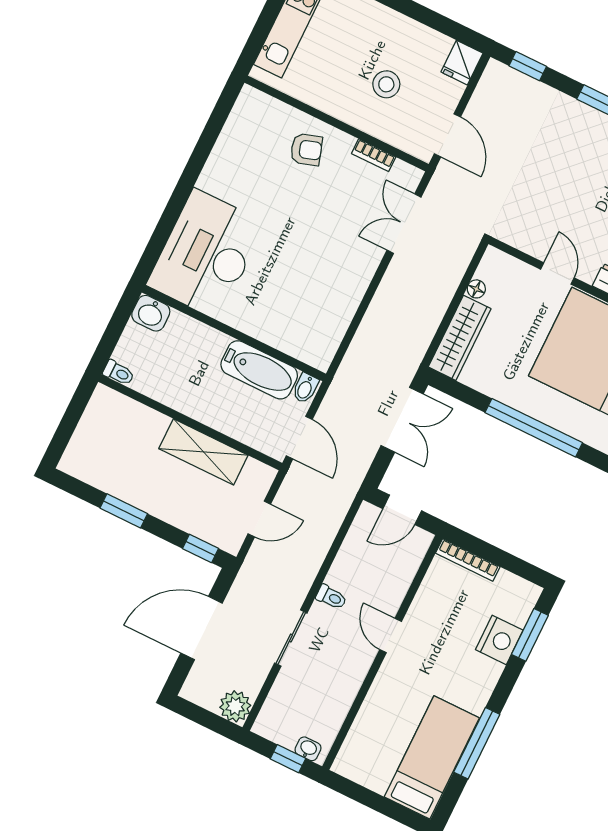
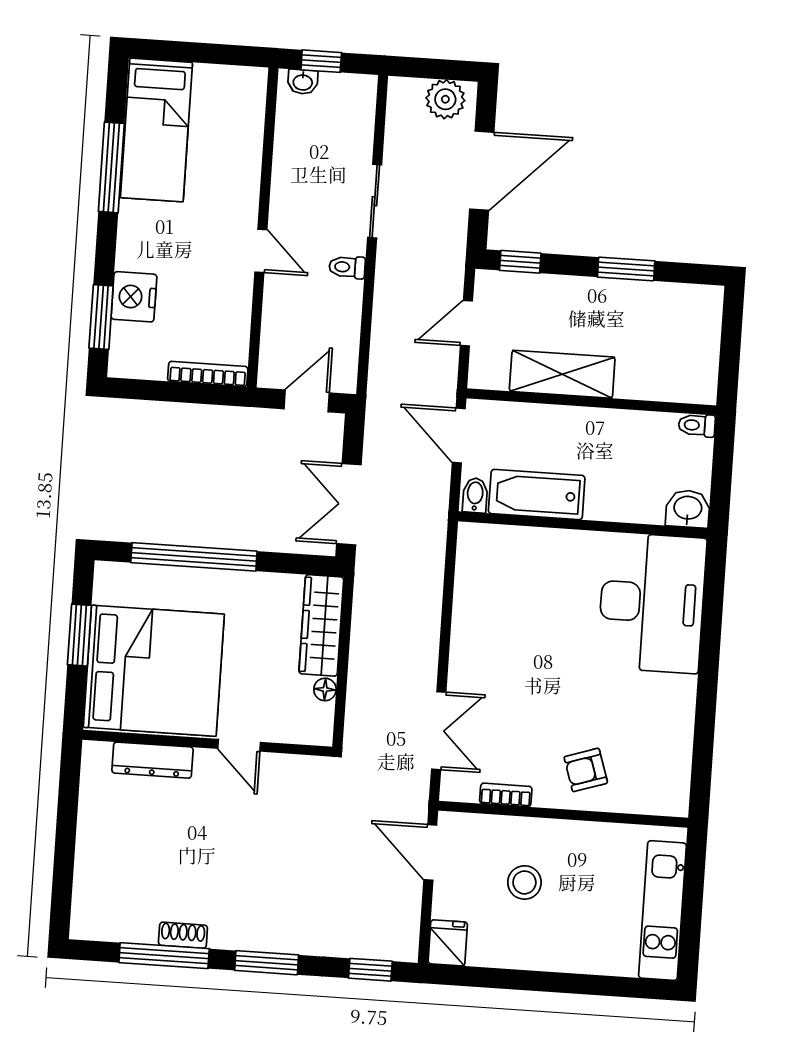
plant: (235, 706) -> (445, 99), moved

